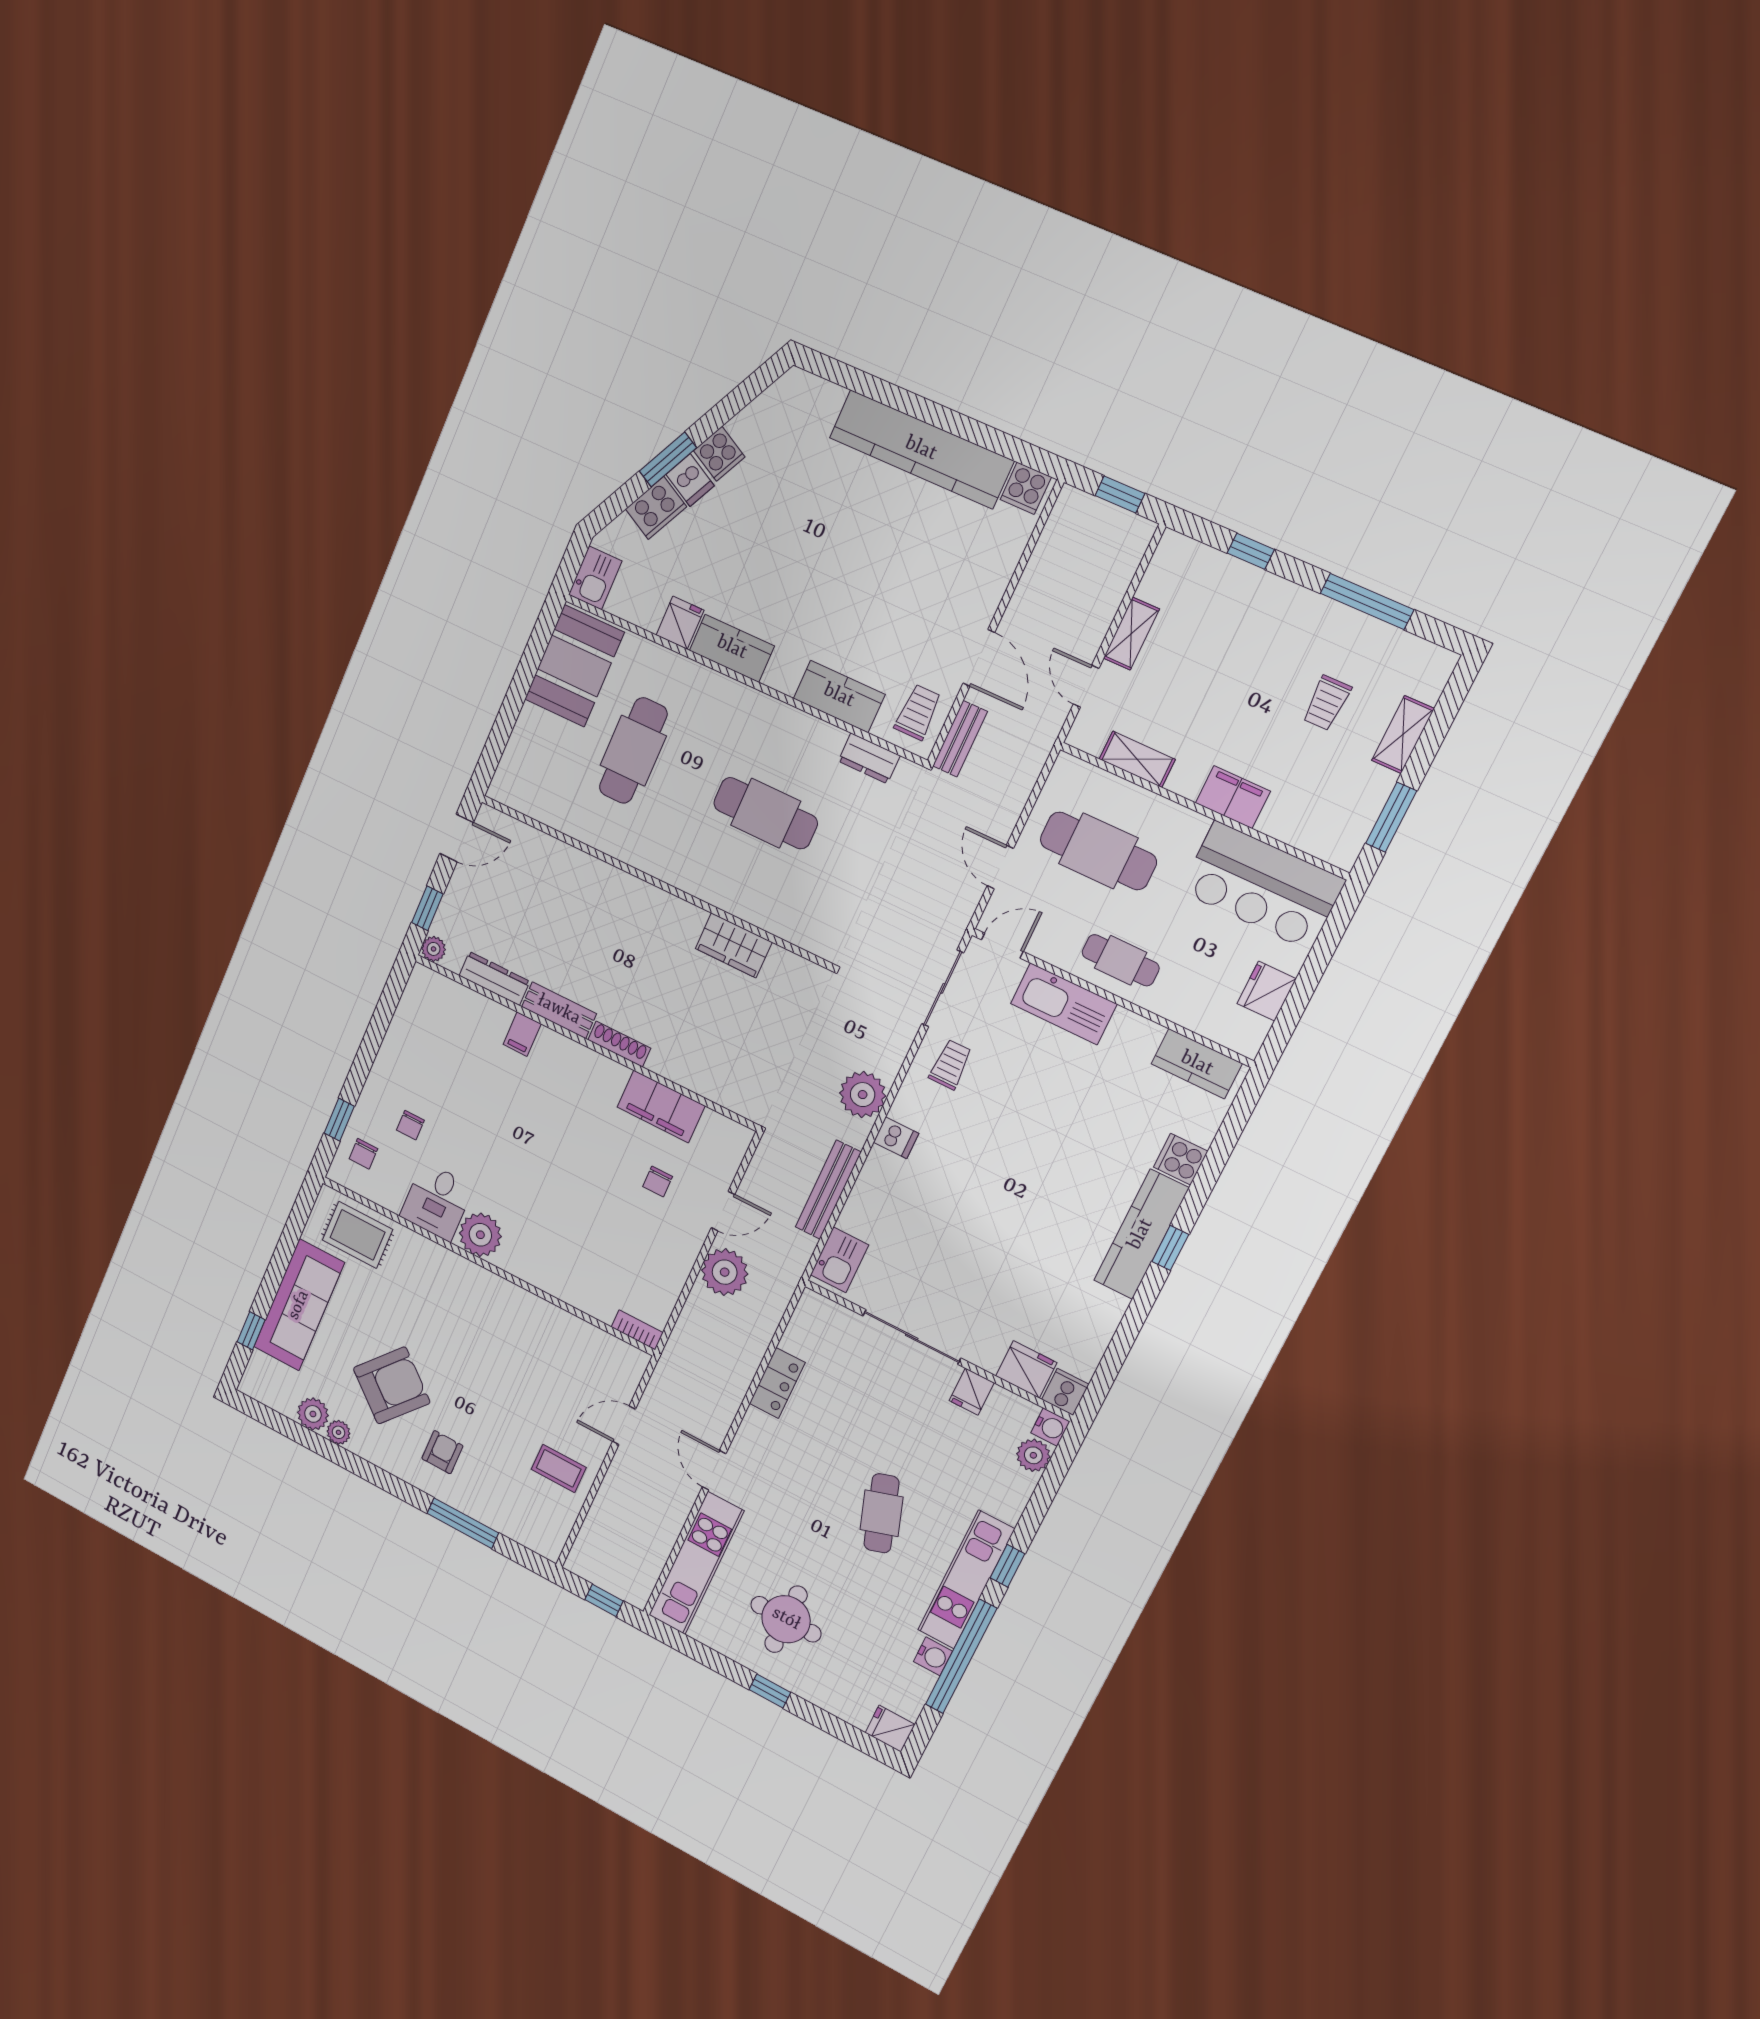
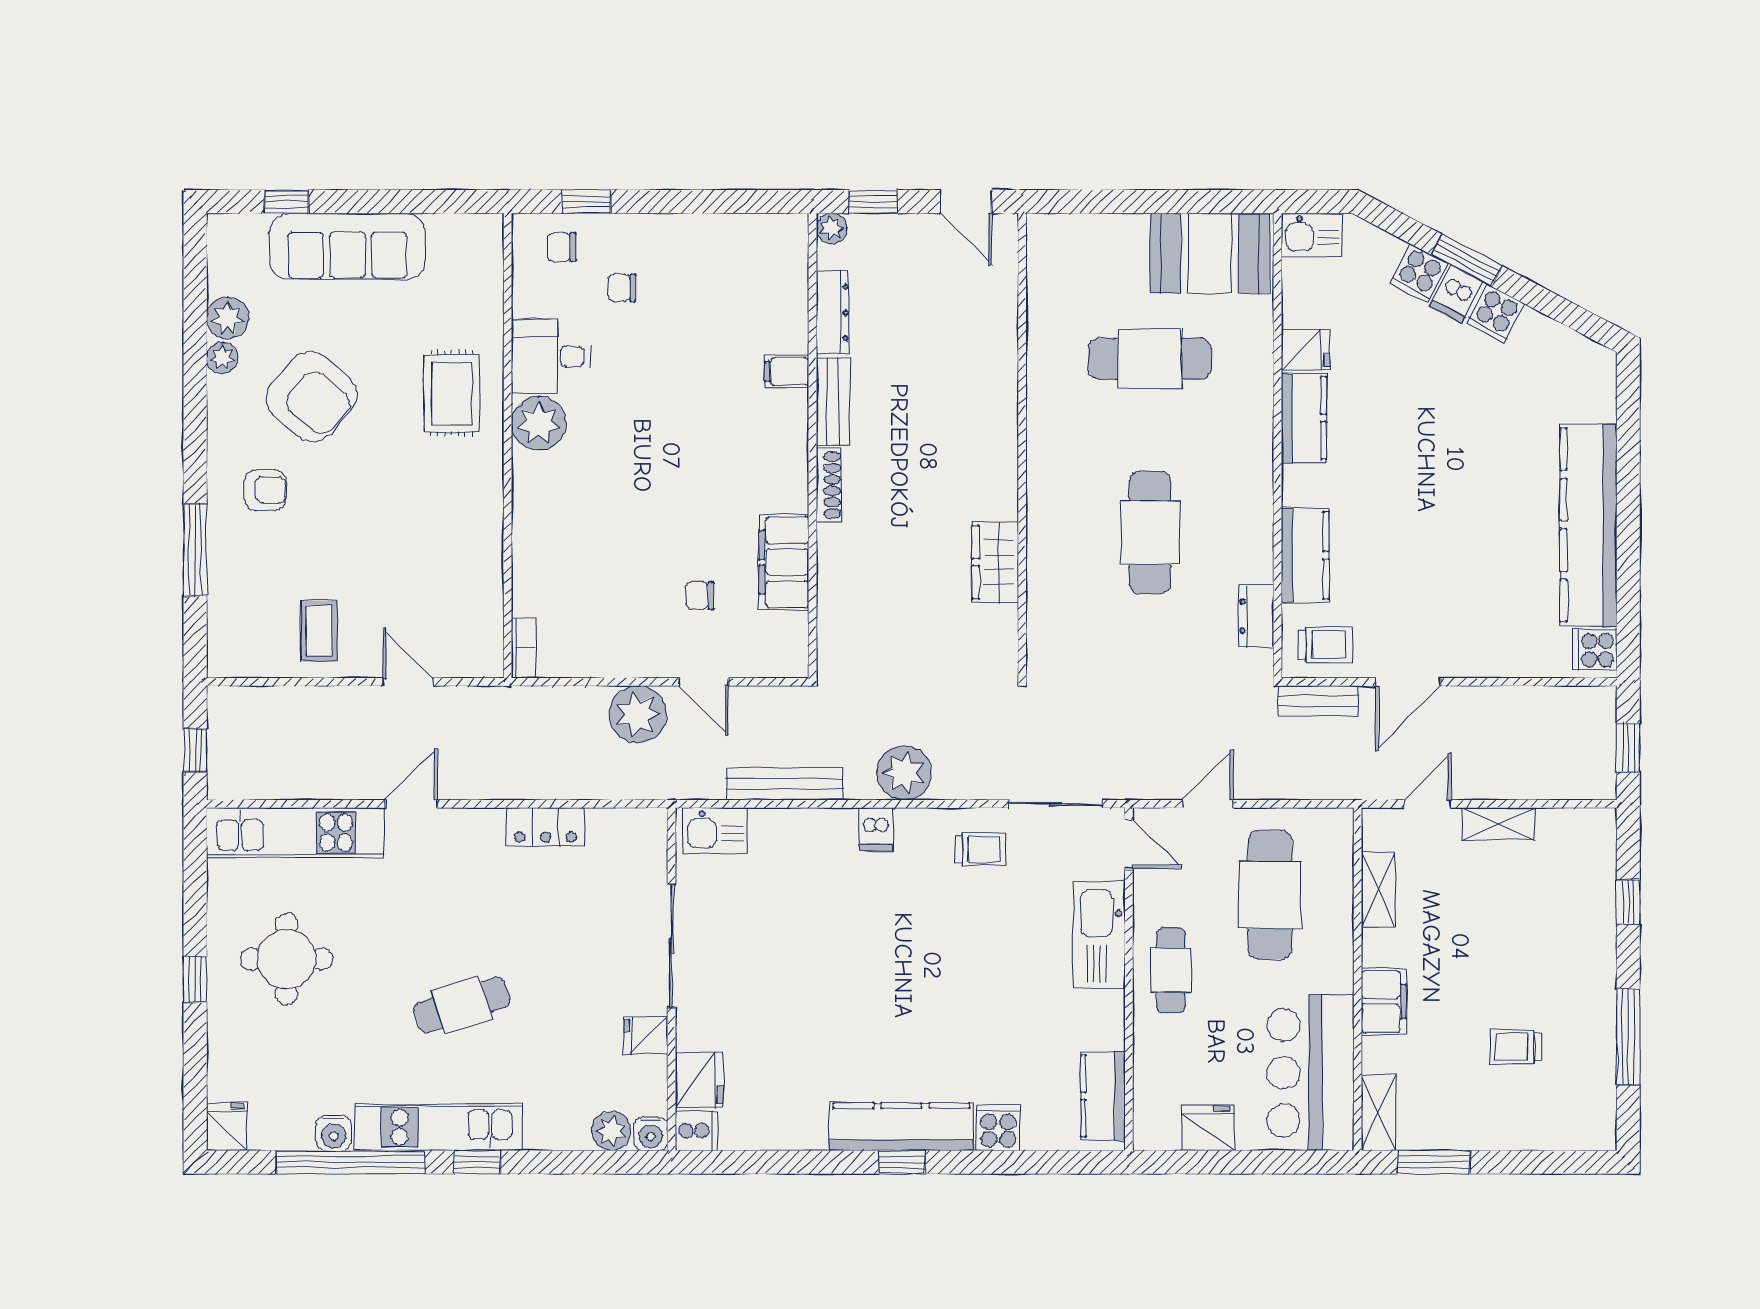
cooker: (656, 508) -> (1419, 273), width x0.73
shelving: (1403, 735) -> (1378, 1113), moved, turned 90
rug: (358, 1235) -> (452, 393), moved

